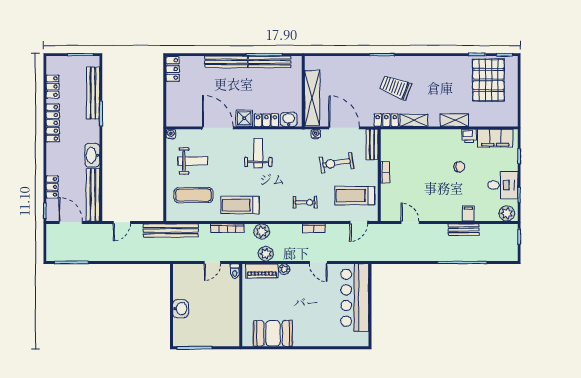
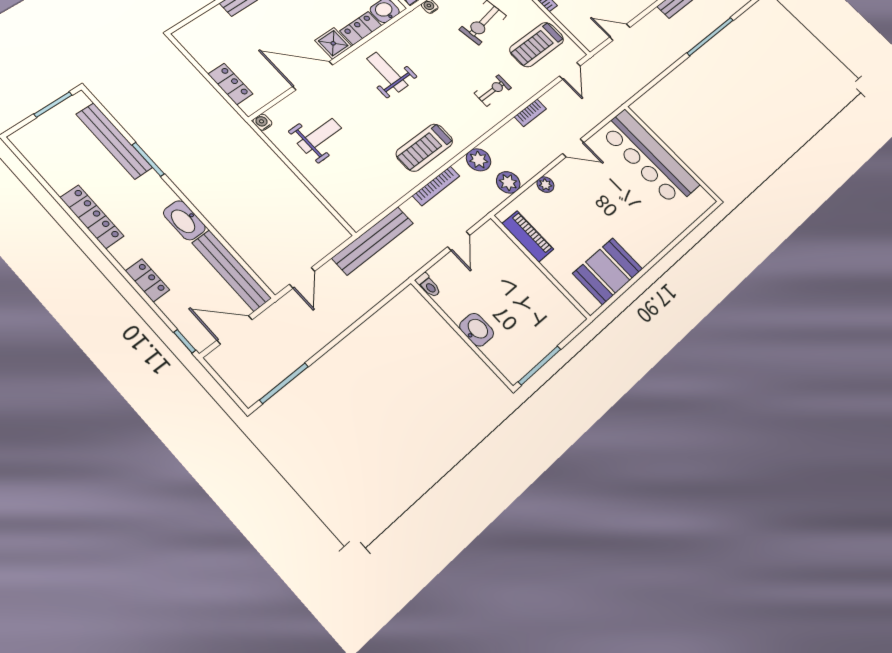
locker: (173, 69) -> (230, 84), moved
locker: (53, 87) -> (50, 170), removed
locker: (52, 187) -> (147, 280), moved
exercise mat: (193, 195) -> (359, 176), removed
toilet: (235, 271) -> (428, 285), moved
piano: (262, 271) -> (528, 236), moved, turned -90

